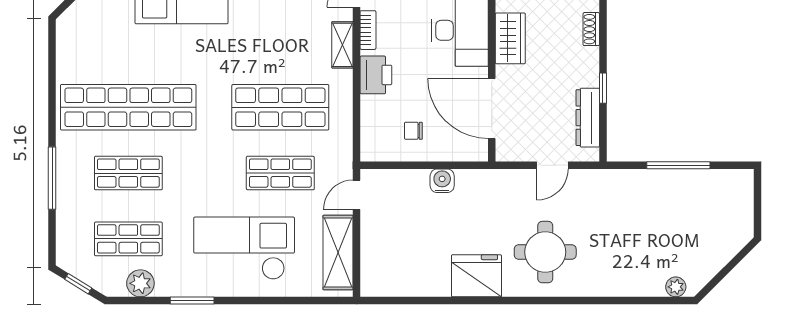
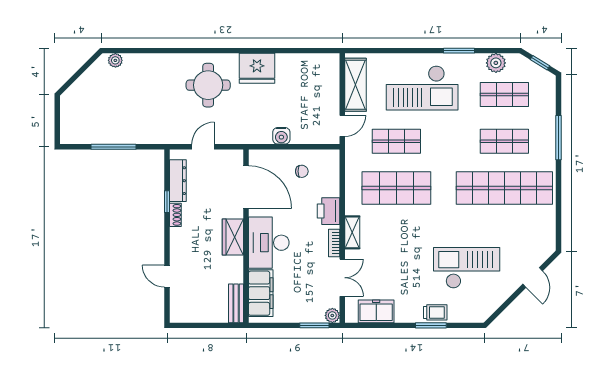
shoe rack: (591, 29) -> (175, 215), moved

